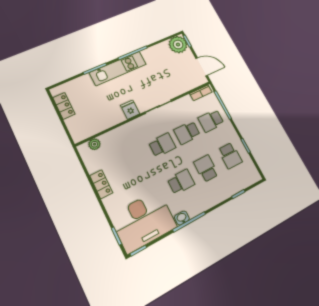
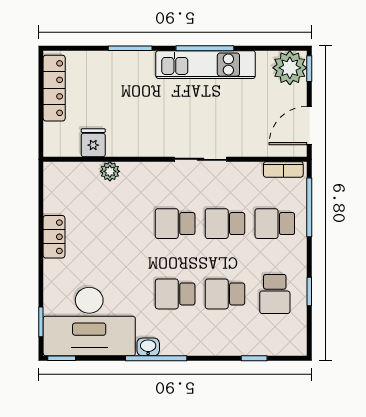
door: (202, 67) -> (309, 126), swing flipped
kitchen unit: (118, 68) -> (206, 65), moved
locker: (64, 106) -> (54, 88), width x1.53
fridge: (130, 110) -> (93, 143), moved
plant: (94, 144) -> (110, 171), moved
school desk: (162, 145) -> (175, 224), turned 180
school desk: (206, 168) -> (225, 294), turned -90
school desk: (181, 182) -> (175, 294), turned 180

